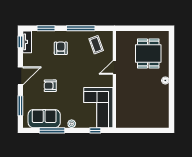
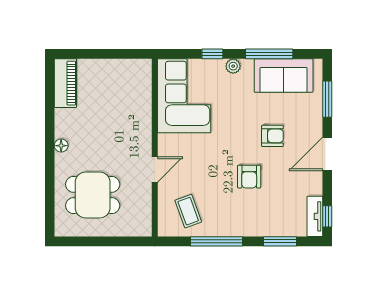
armchair: (61, 48) -> (249, 177), moved
dining table: (148, 54) -> (93, 195), turned 90
piano: (163, 114) -> (65, 83), added
window: (95, 130) -> (212, 54), moved

